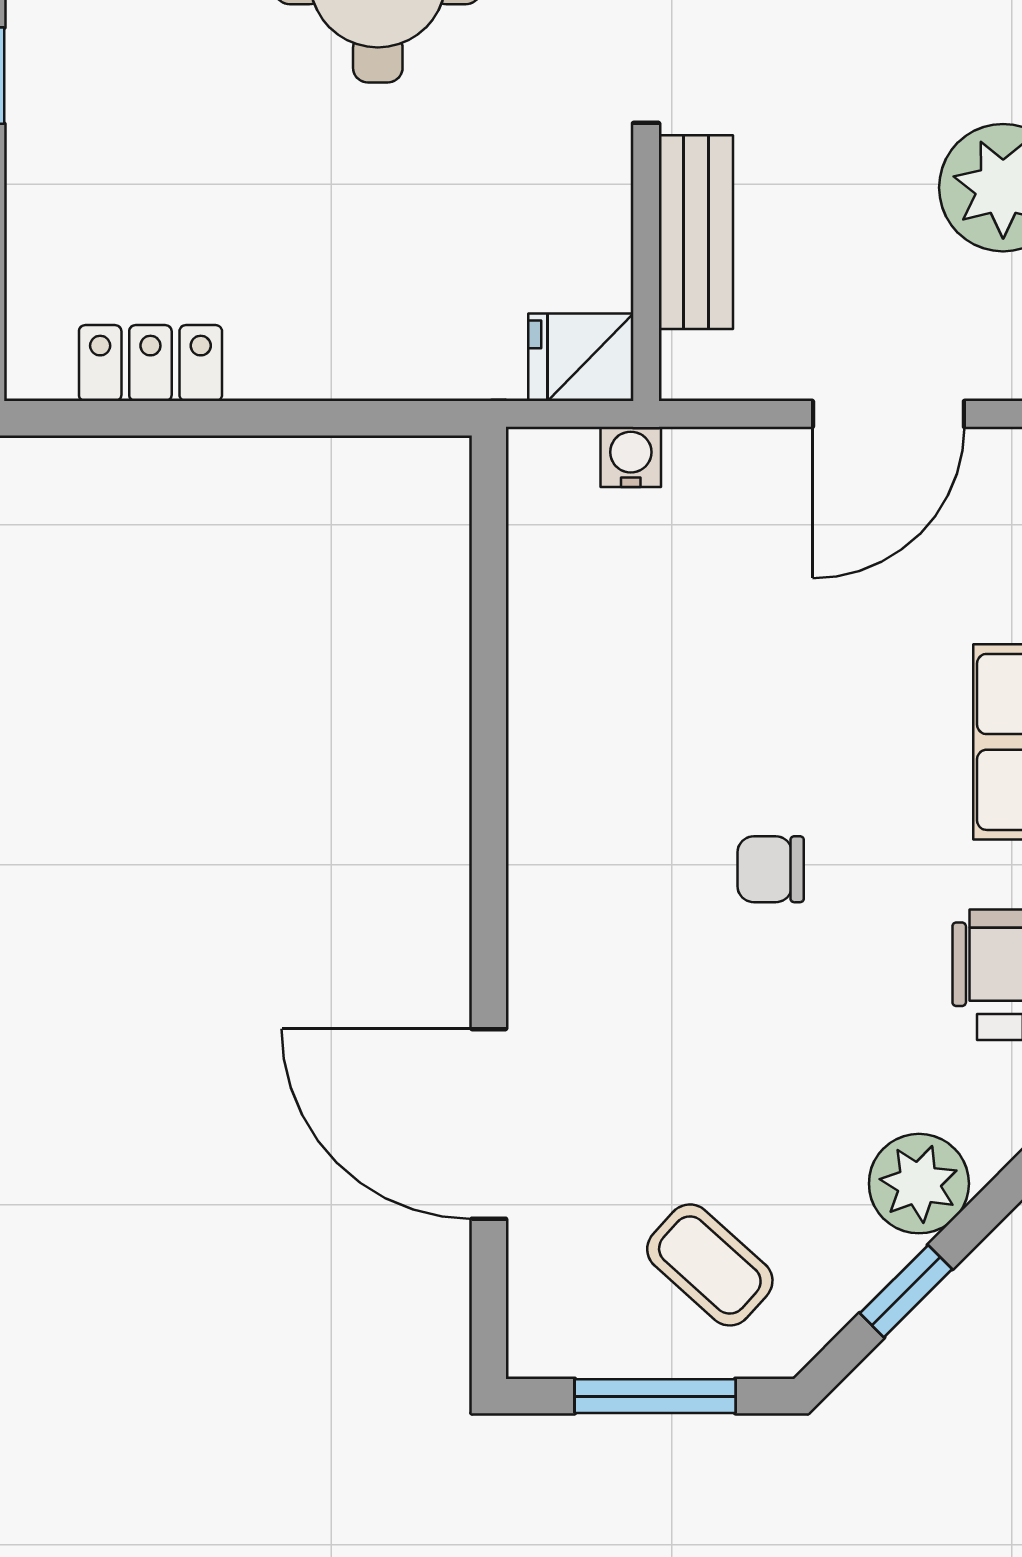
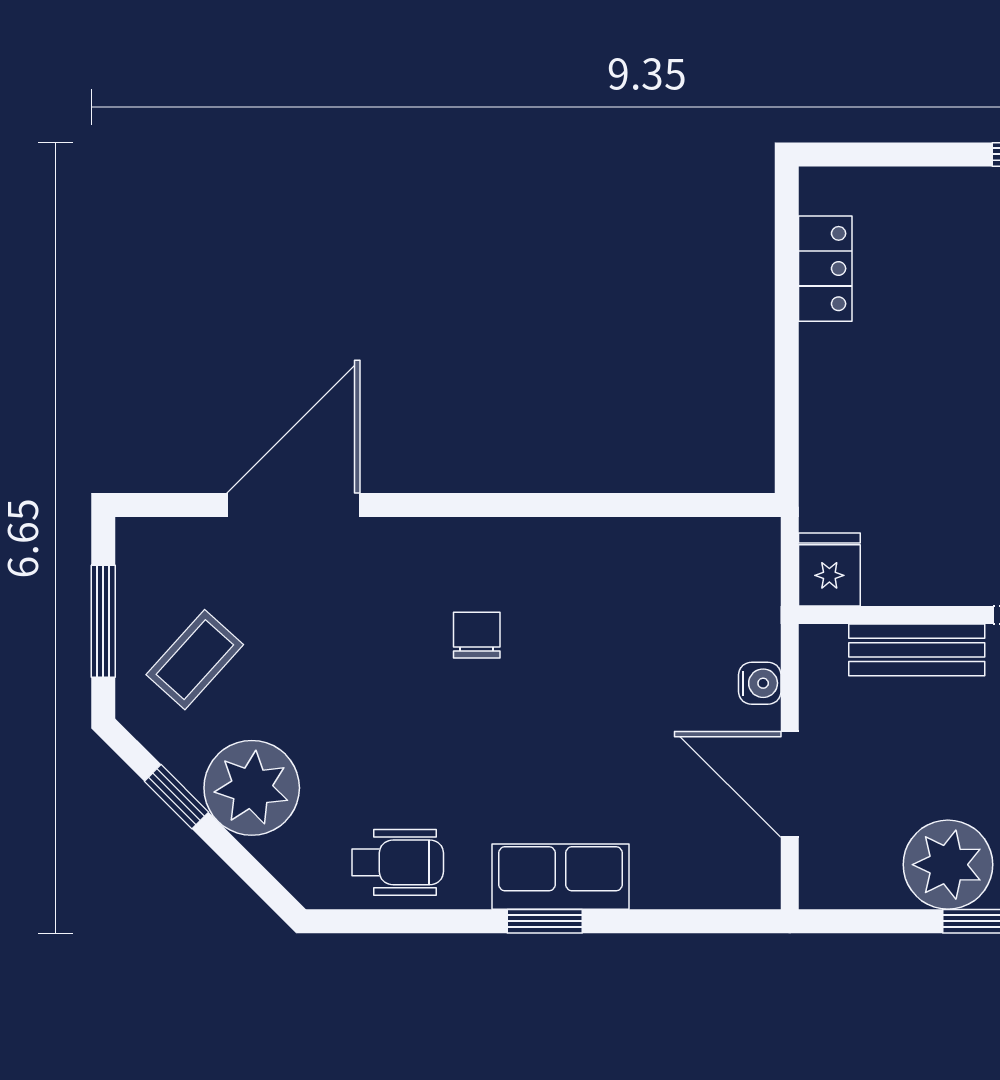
water cooler: (631, 457) -> (760, 683), moved
chair: (771, 869) -> (477, 635), moved
plant: (919, 1184) -> (252, 788), width x1.36, depth x1.36

